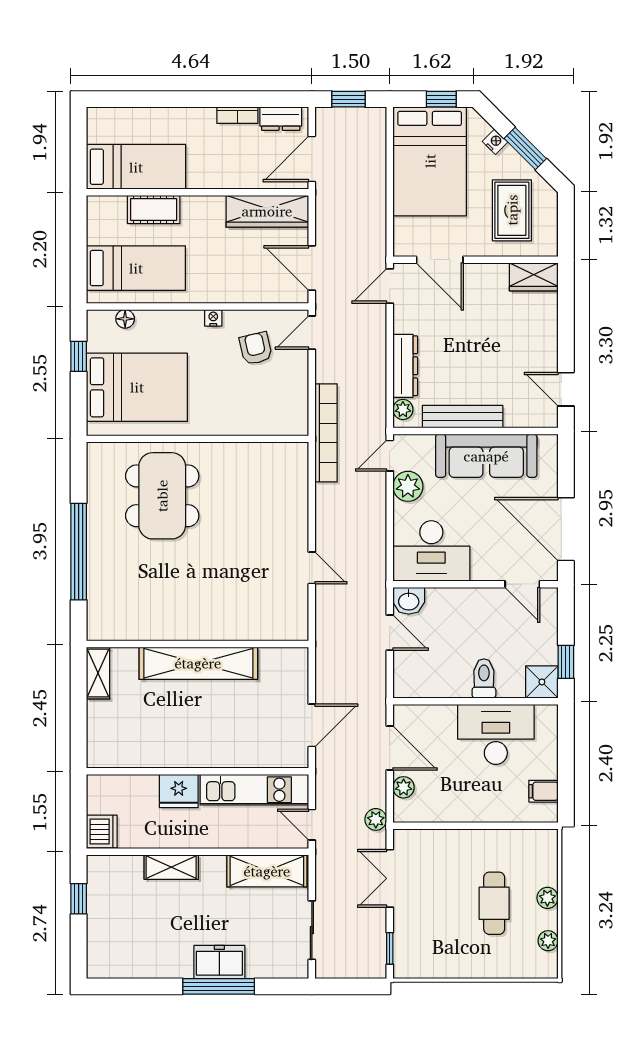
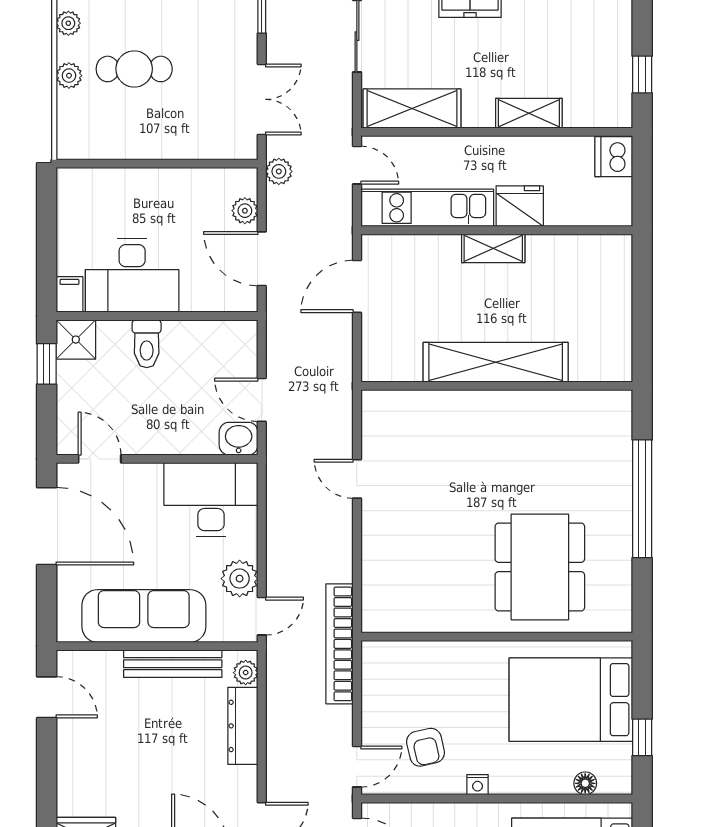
shelving: (98, 673) -> (493, 248), moved, turned 90
filing cabinet: (543, 791) -> (69, 294), moved, turned -90
cafe table: (494, 903) -> (134, 69), turned 90

